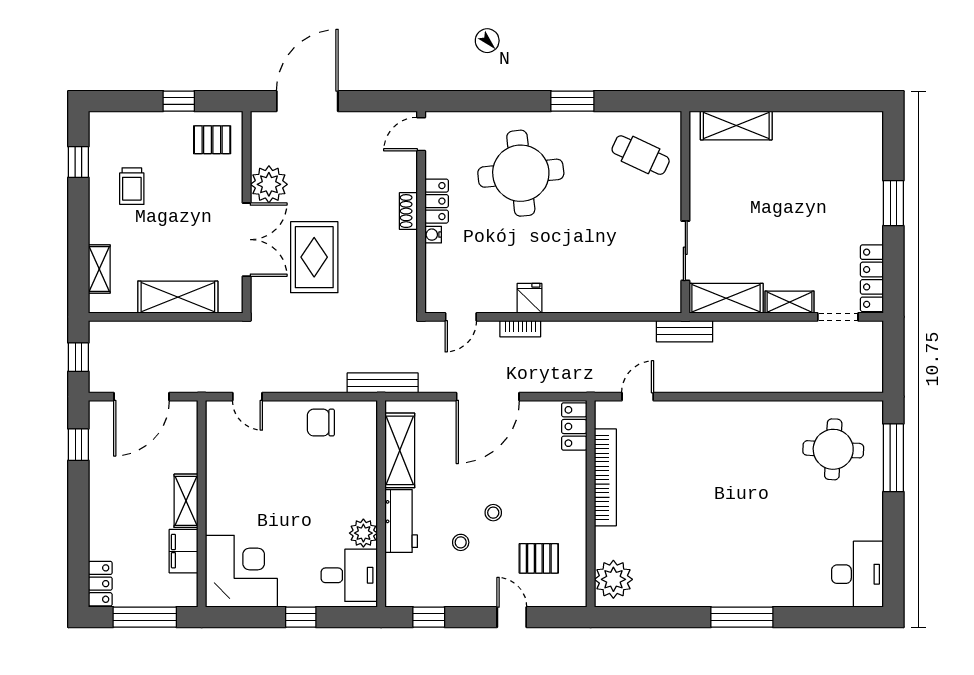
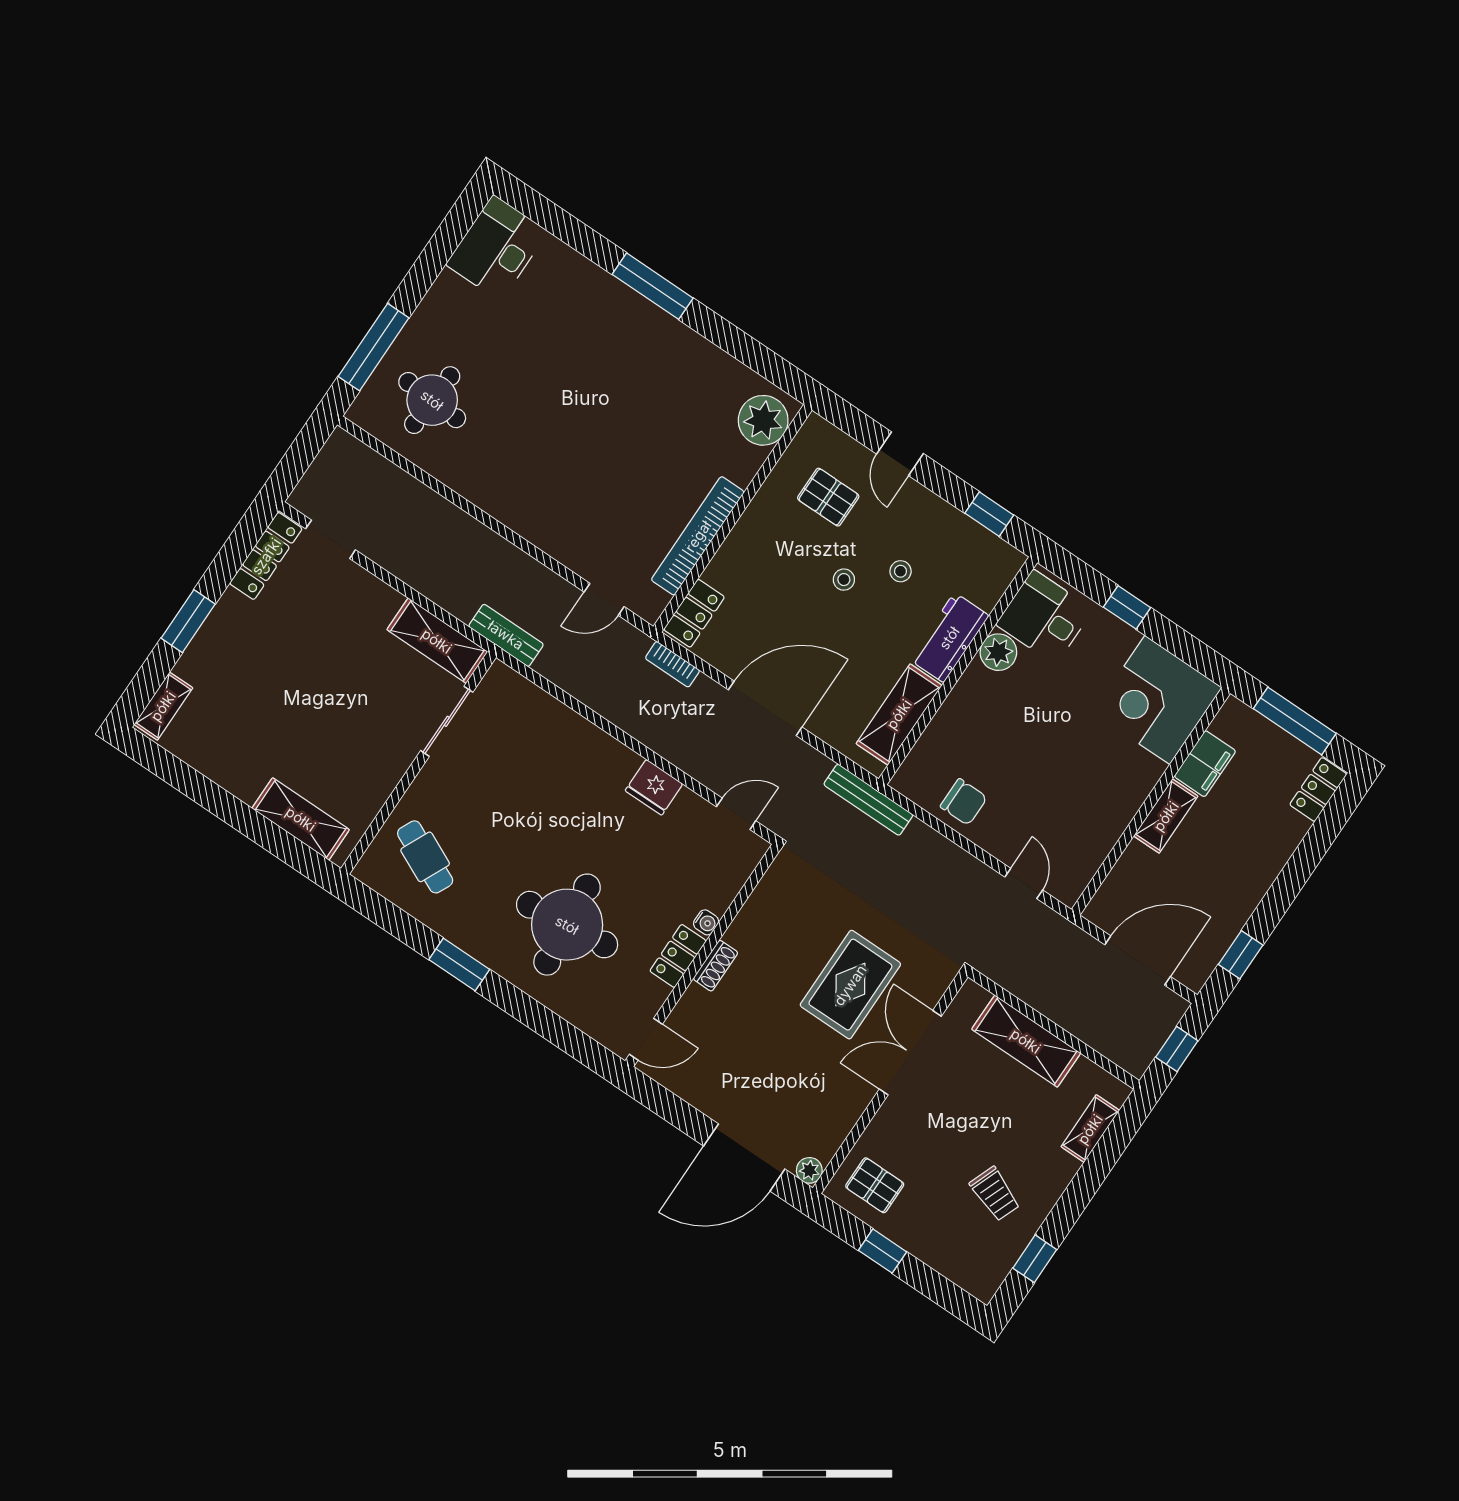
plant: (269, 184) -> (809, 1170), moved, width x0.53, depth x0.53
trolley: (132, 186) -> (995, 1194), turned 111
fridge: (529, 298) -> (654, 787), width x1.38
shelving: (790, 302) -> (163, 706), moved, turned 90
bookcase: (520, 329) -> (672, 664), moved, turned 180

